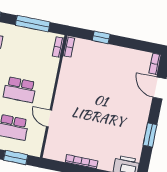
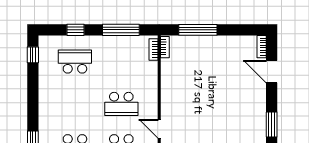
window: (101, 37) -> (198, 30), width x2.17

